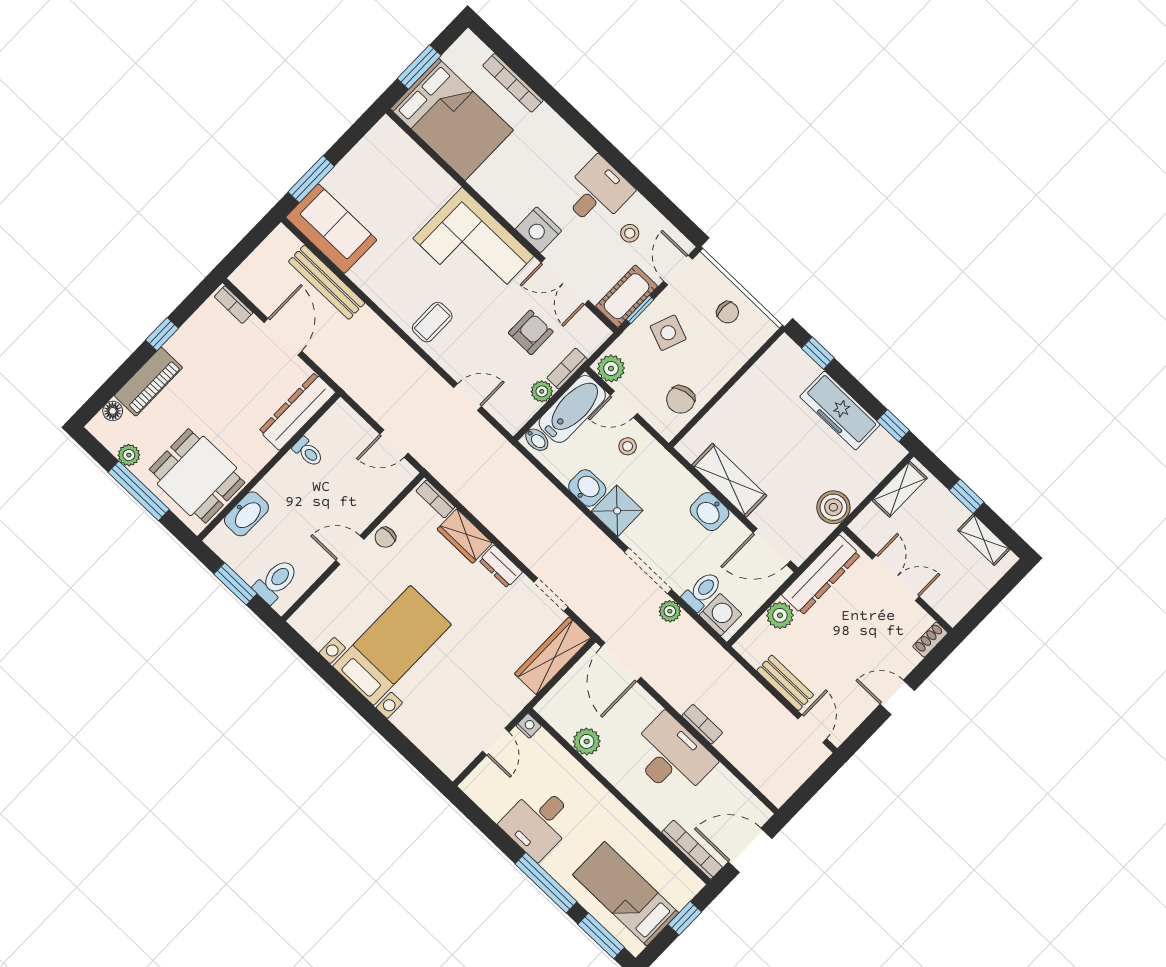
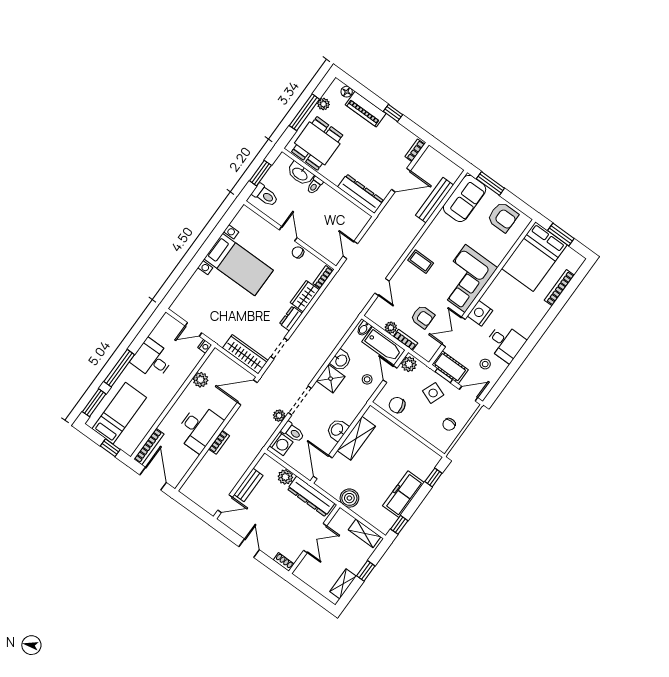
armchair: (374, 166) -> (503, 217), added
toilet: (308, 452) -> (315, 185), moved

